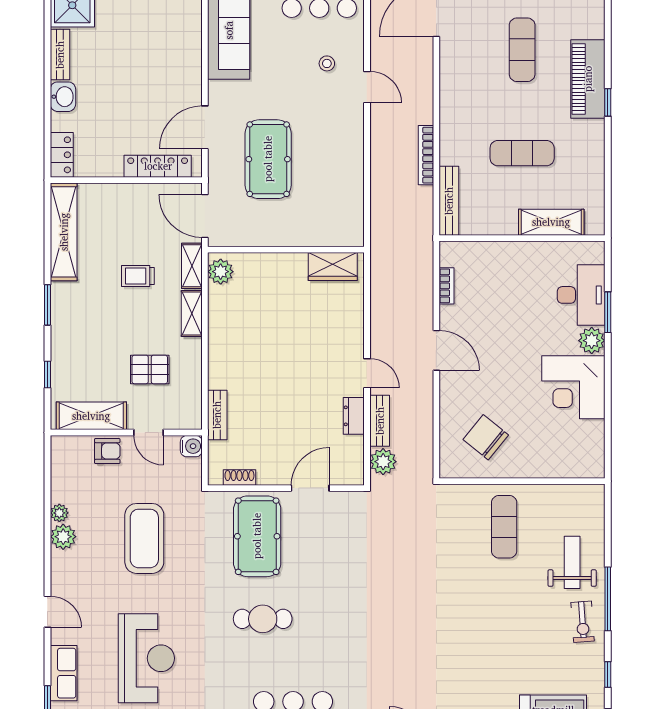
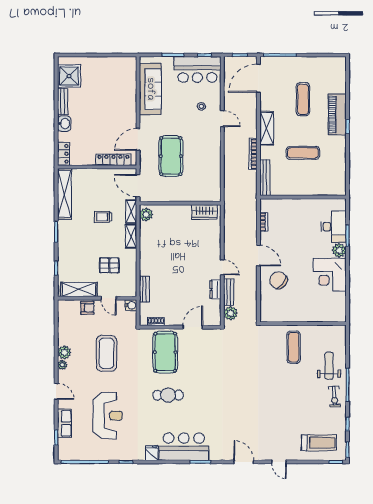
shelving: (551, 222) -> (267, 128), moved, turned 90
chair: (486, 437) -> (278, 280), moved
plant: (59, 513) -> (62, 365), moved

